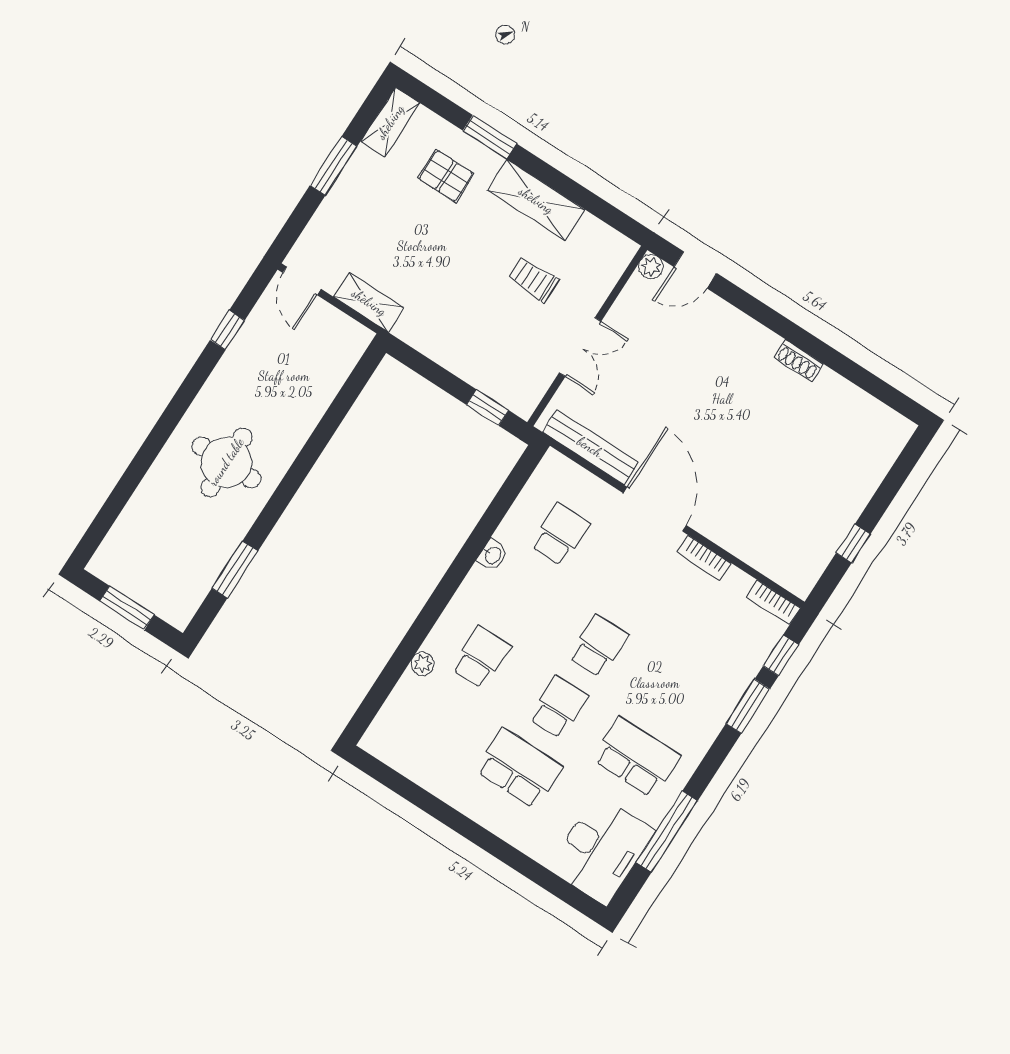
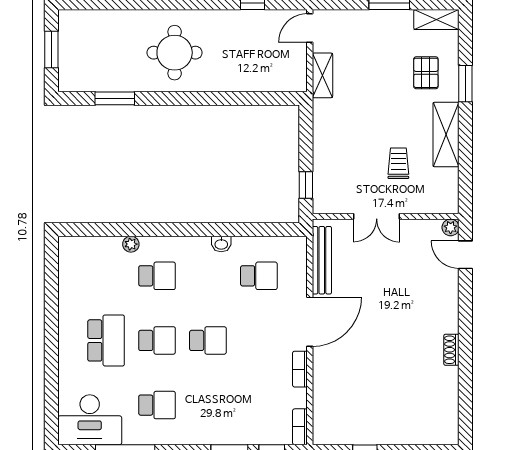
school desk: (636, 757) -> (157, 405), width x0.54

